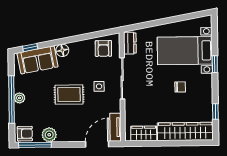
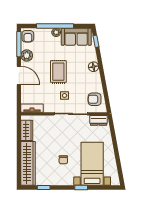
sofa: (38, 60) -> (76, 37), moved, turned -80
door: (97, 144) -> (19, 75), moved

